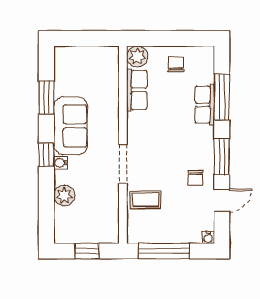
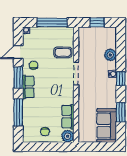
row of seats: (205, 105) -> (28, 87), moved
sofa: (71, 126) -> (107, 125), moved

